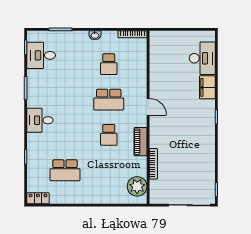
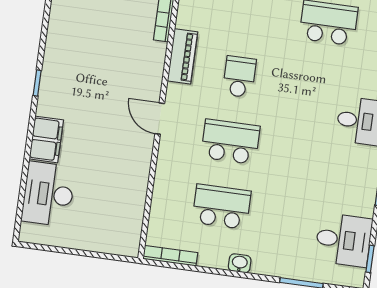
school desk: (109, 64) -> (222, 207), width x1.85

